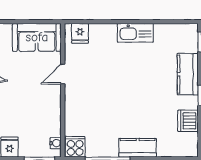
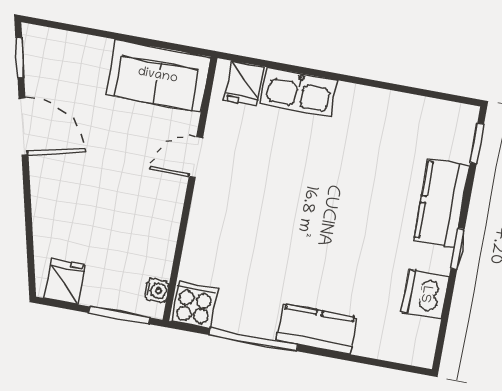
kitchen sink: (135, 33) -> (299, 92), moved

